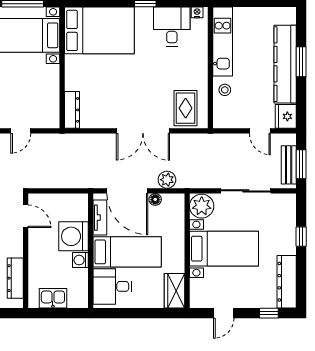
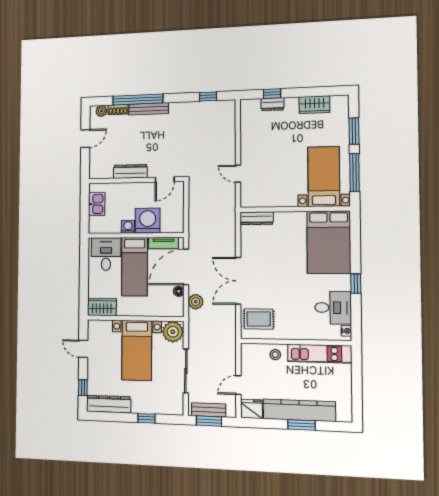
dresser: (15, 278) -> (130, 171), moved

